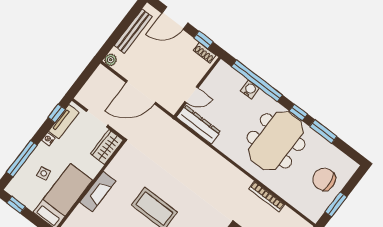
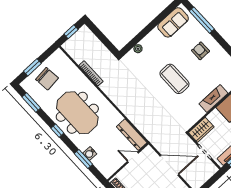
window: (257, 81) -> (83, 159), width x0.47
window: (323, 131) -> (31, 102), moved
meeting table: (276, 141) -> (77, 113), turned 90
window: (336, 204) -> (32, 67), moved

